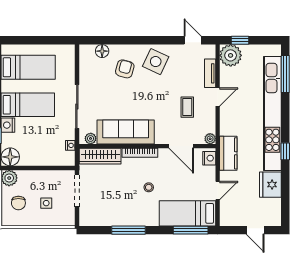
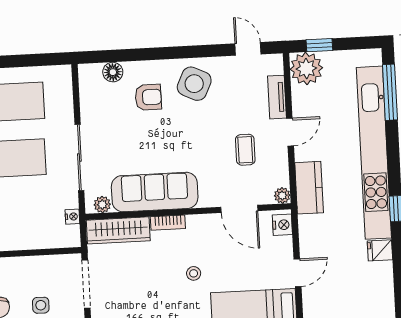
armchair: (125, 69) -> (148, 97), turned 75
bookcase: (140, 153) -> (168, 223), width x0.64
kitchen counter: (228, 153) -> (309, 188), moved
fridge: (270, 185) -> (380, 250), width x0.53, depth x0.75

